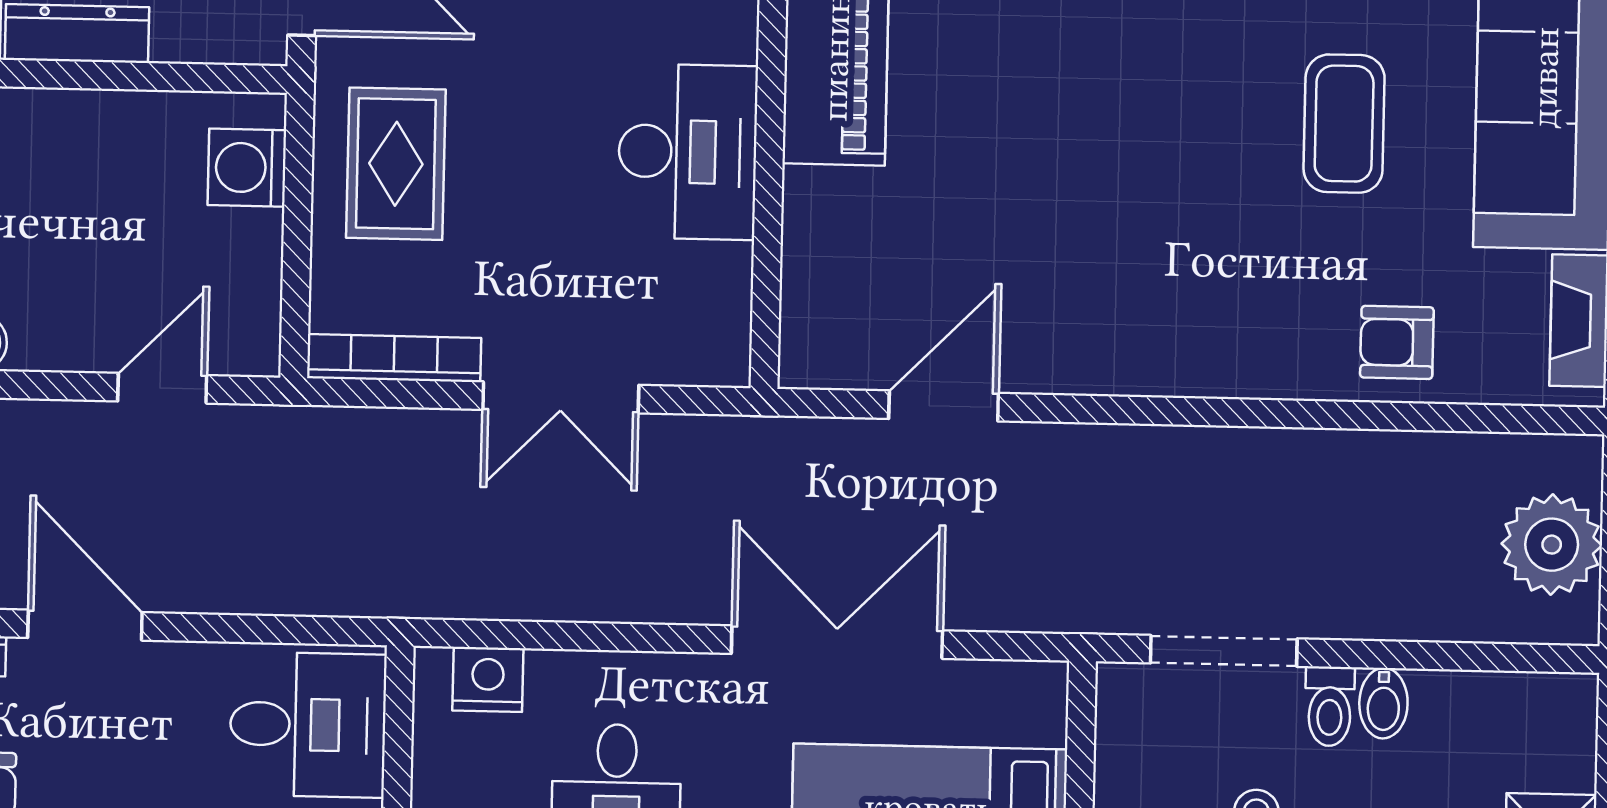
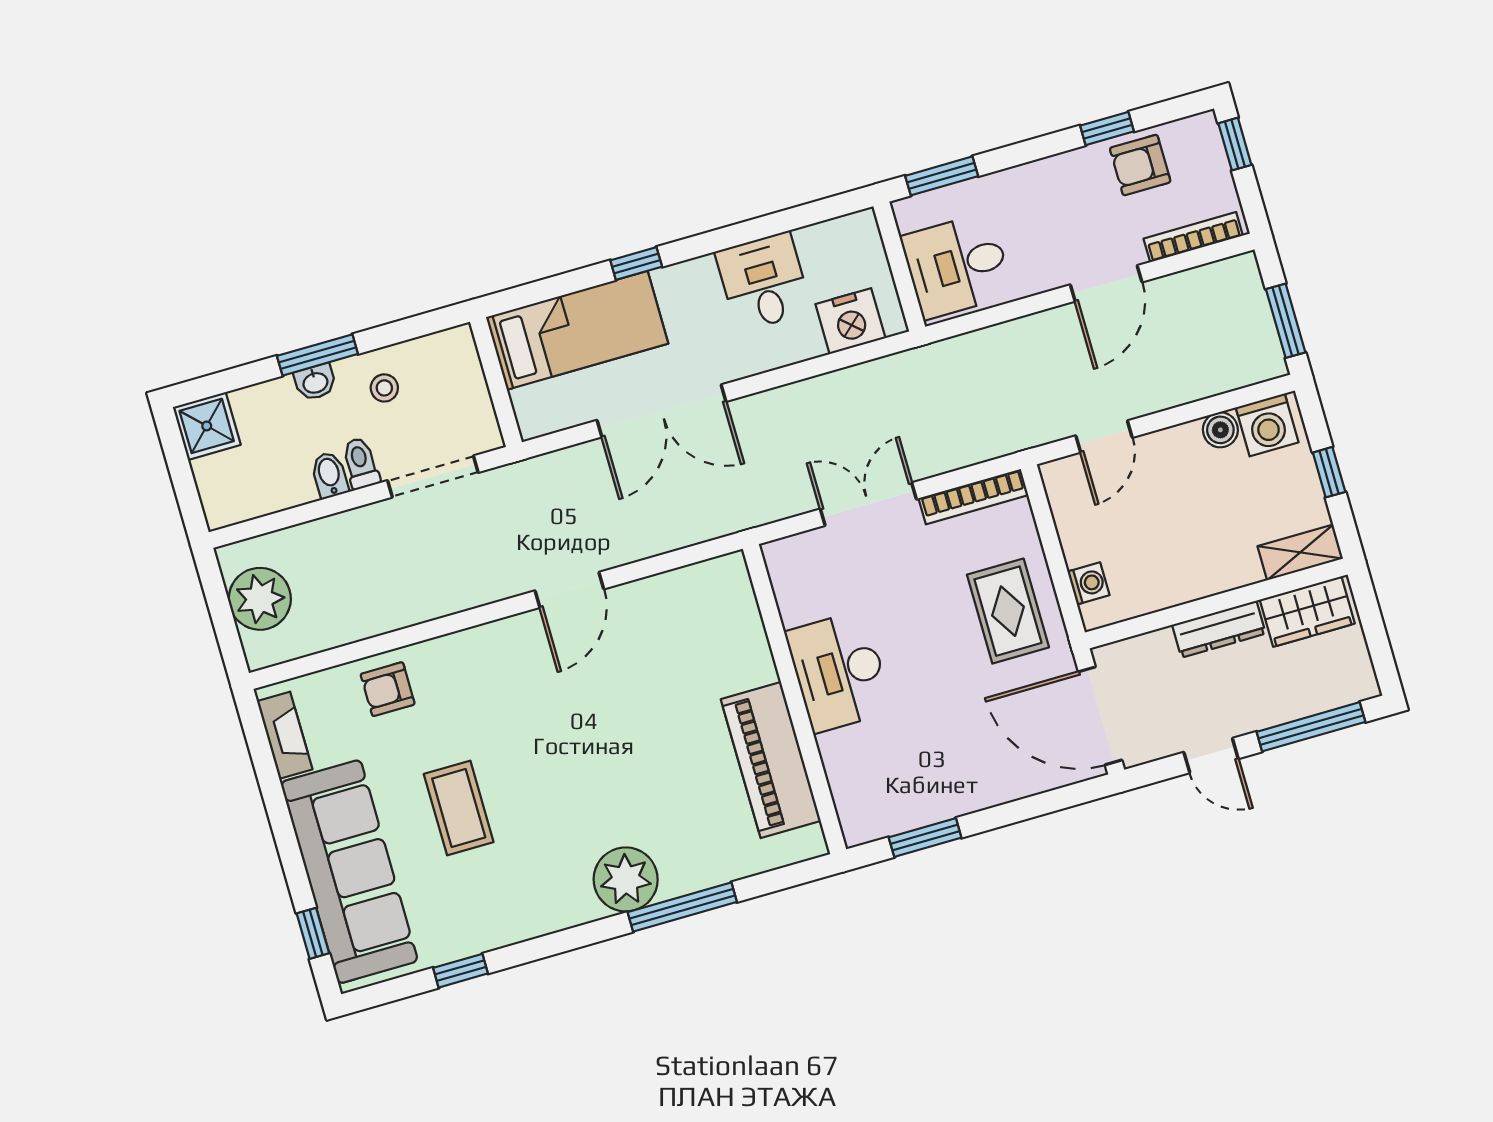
washing machine: (247, 168) -> (1088, 583), width x0.73, depth x0.73
armchair: (1397, 342) -> (388, 689), turned 180
door: (944, 406) -> (569, 590), moved
door: (85, 625) -> (1106, 283), hinge flipped
nightstand: (488, 679) -> (850, 321), width x1.36, depth x1.33

